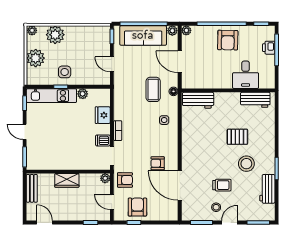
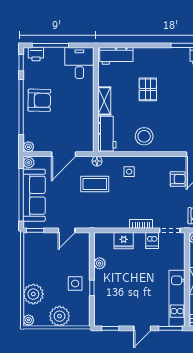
printer: (269, 48) -> (36, 54), moved
desk: (246, 75) -> (79, 63), moved, turned -90
kitchen unit: (51, 96) -> (177, 298), moved, turned 180
shelving: (227, 98) -> (104, 101), added
workbench: (255, 100) -> (116, 56), moved, turned 90
armchair: (158, 163) -> (178, 179), turned -90
stool: (246, 164) -> (144, 136), moved

